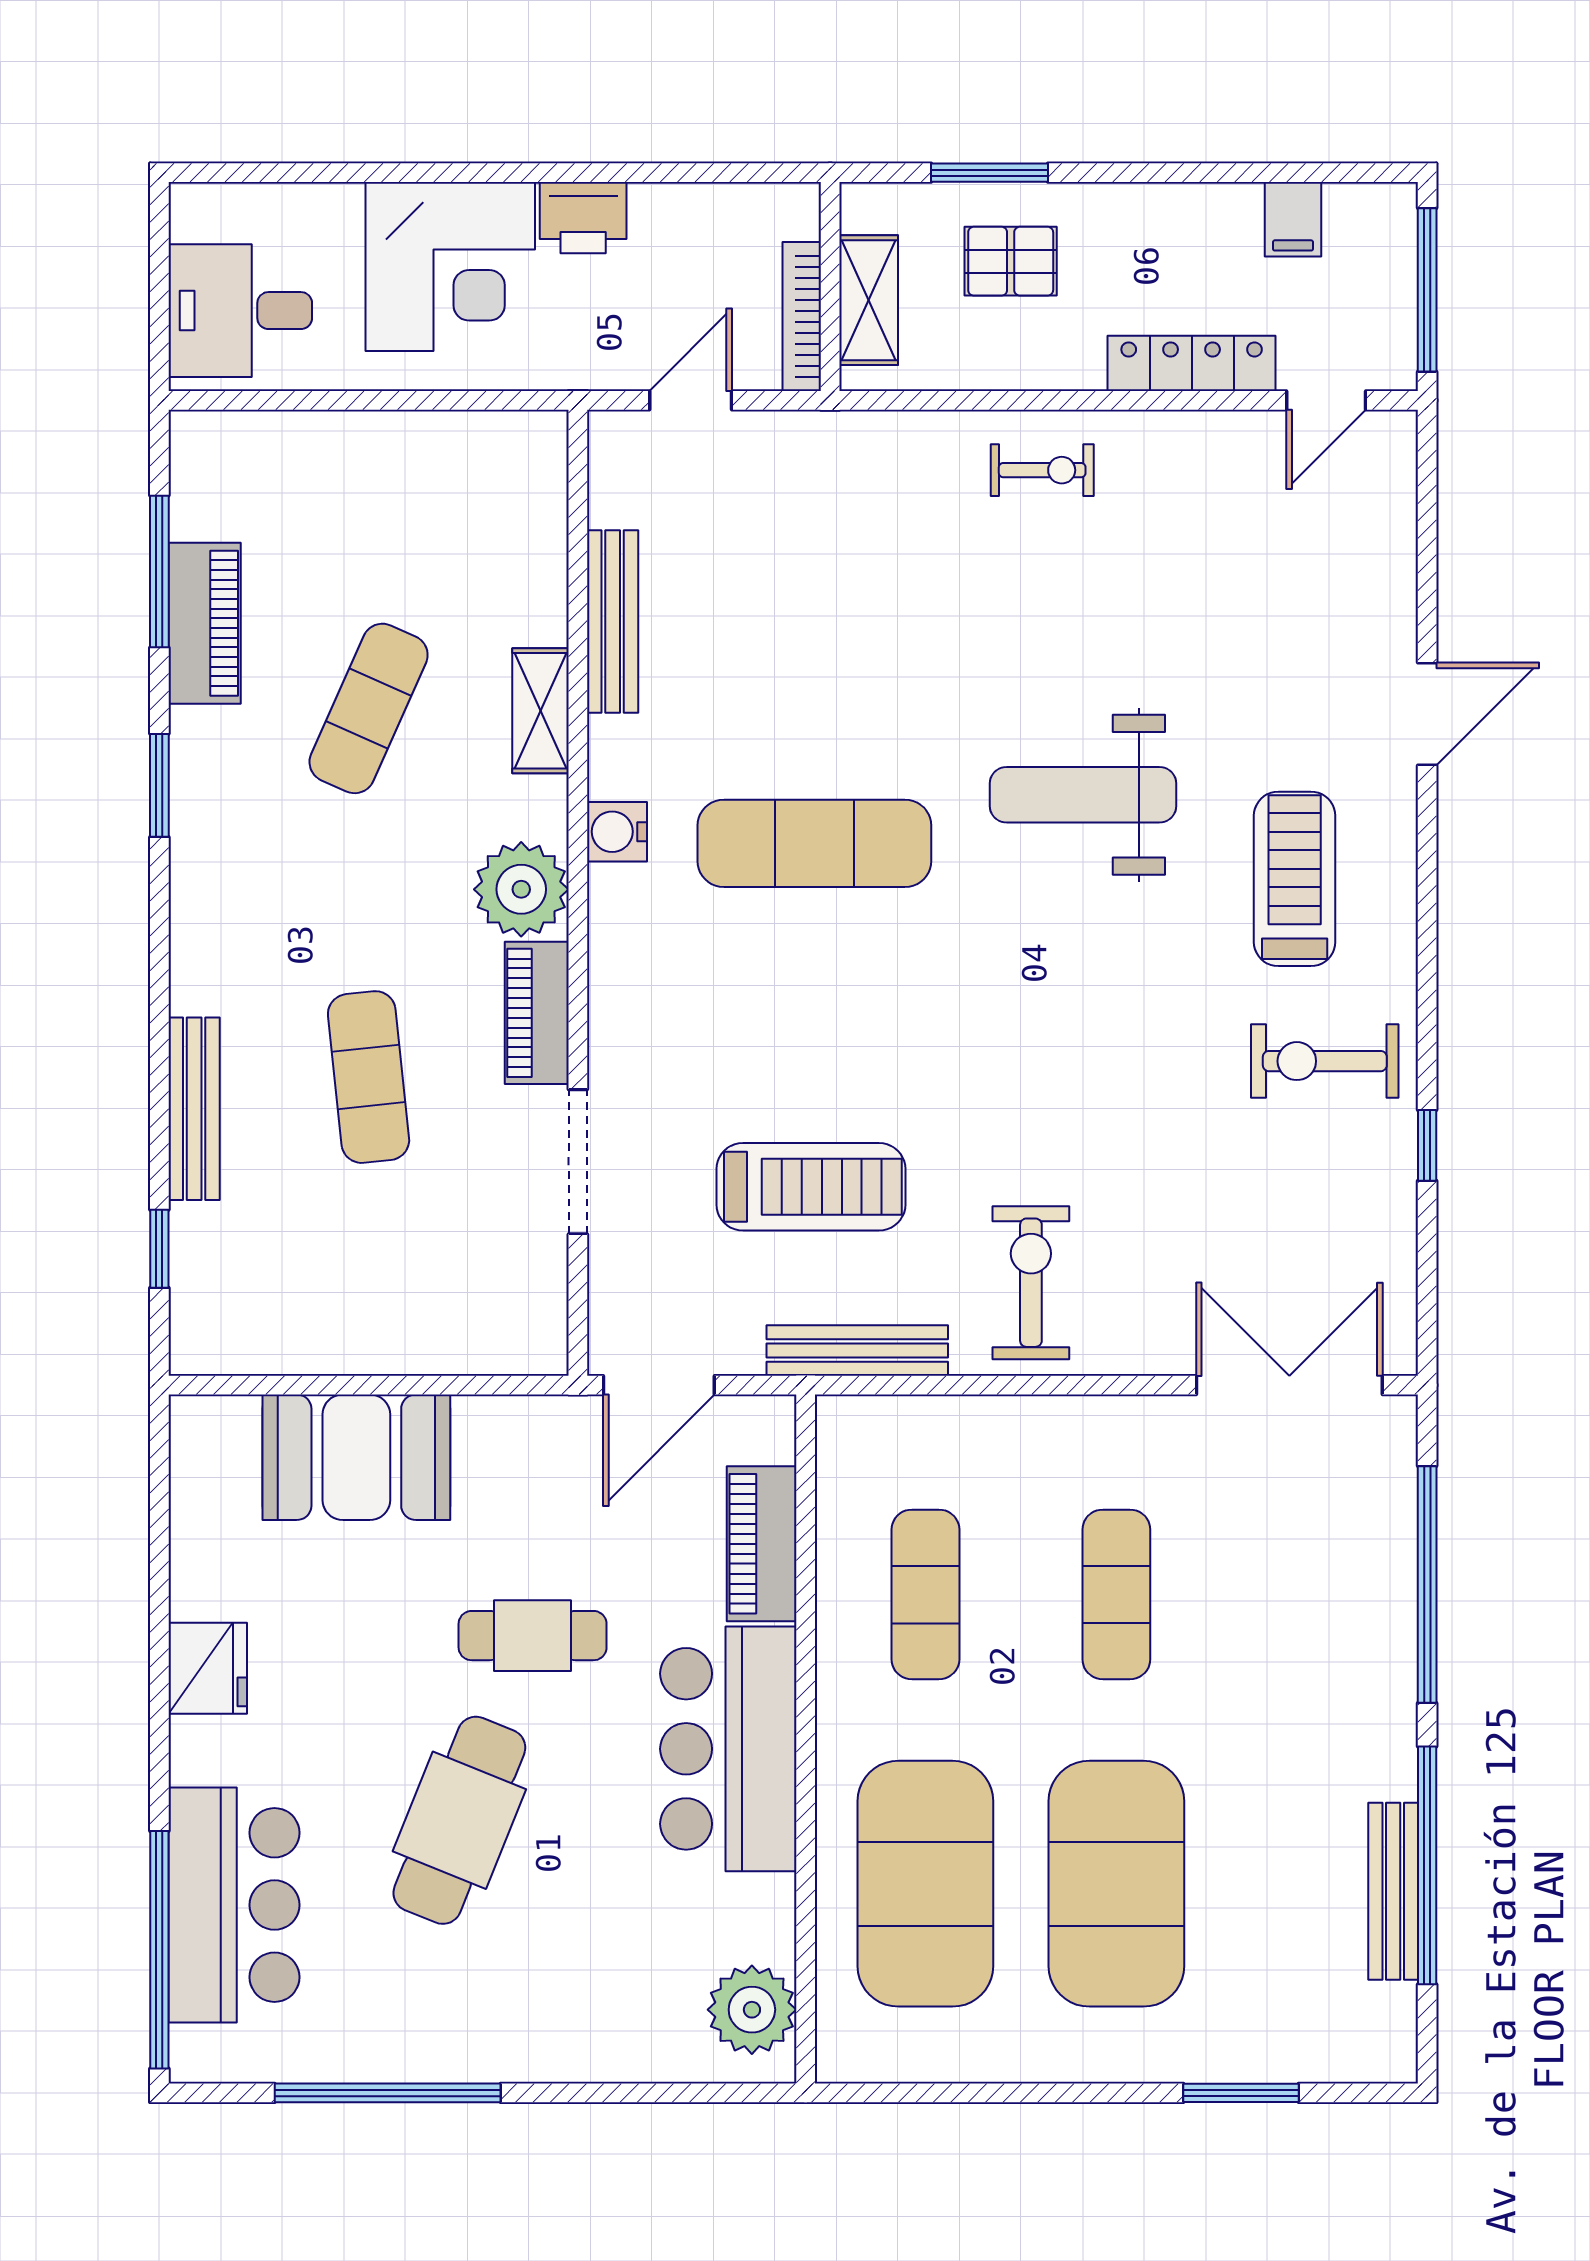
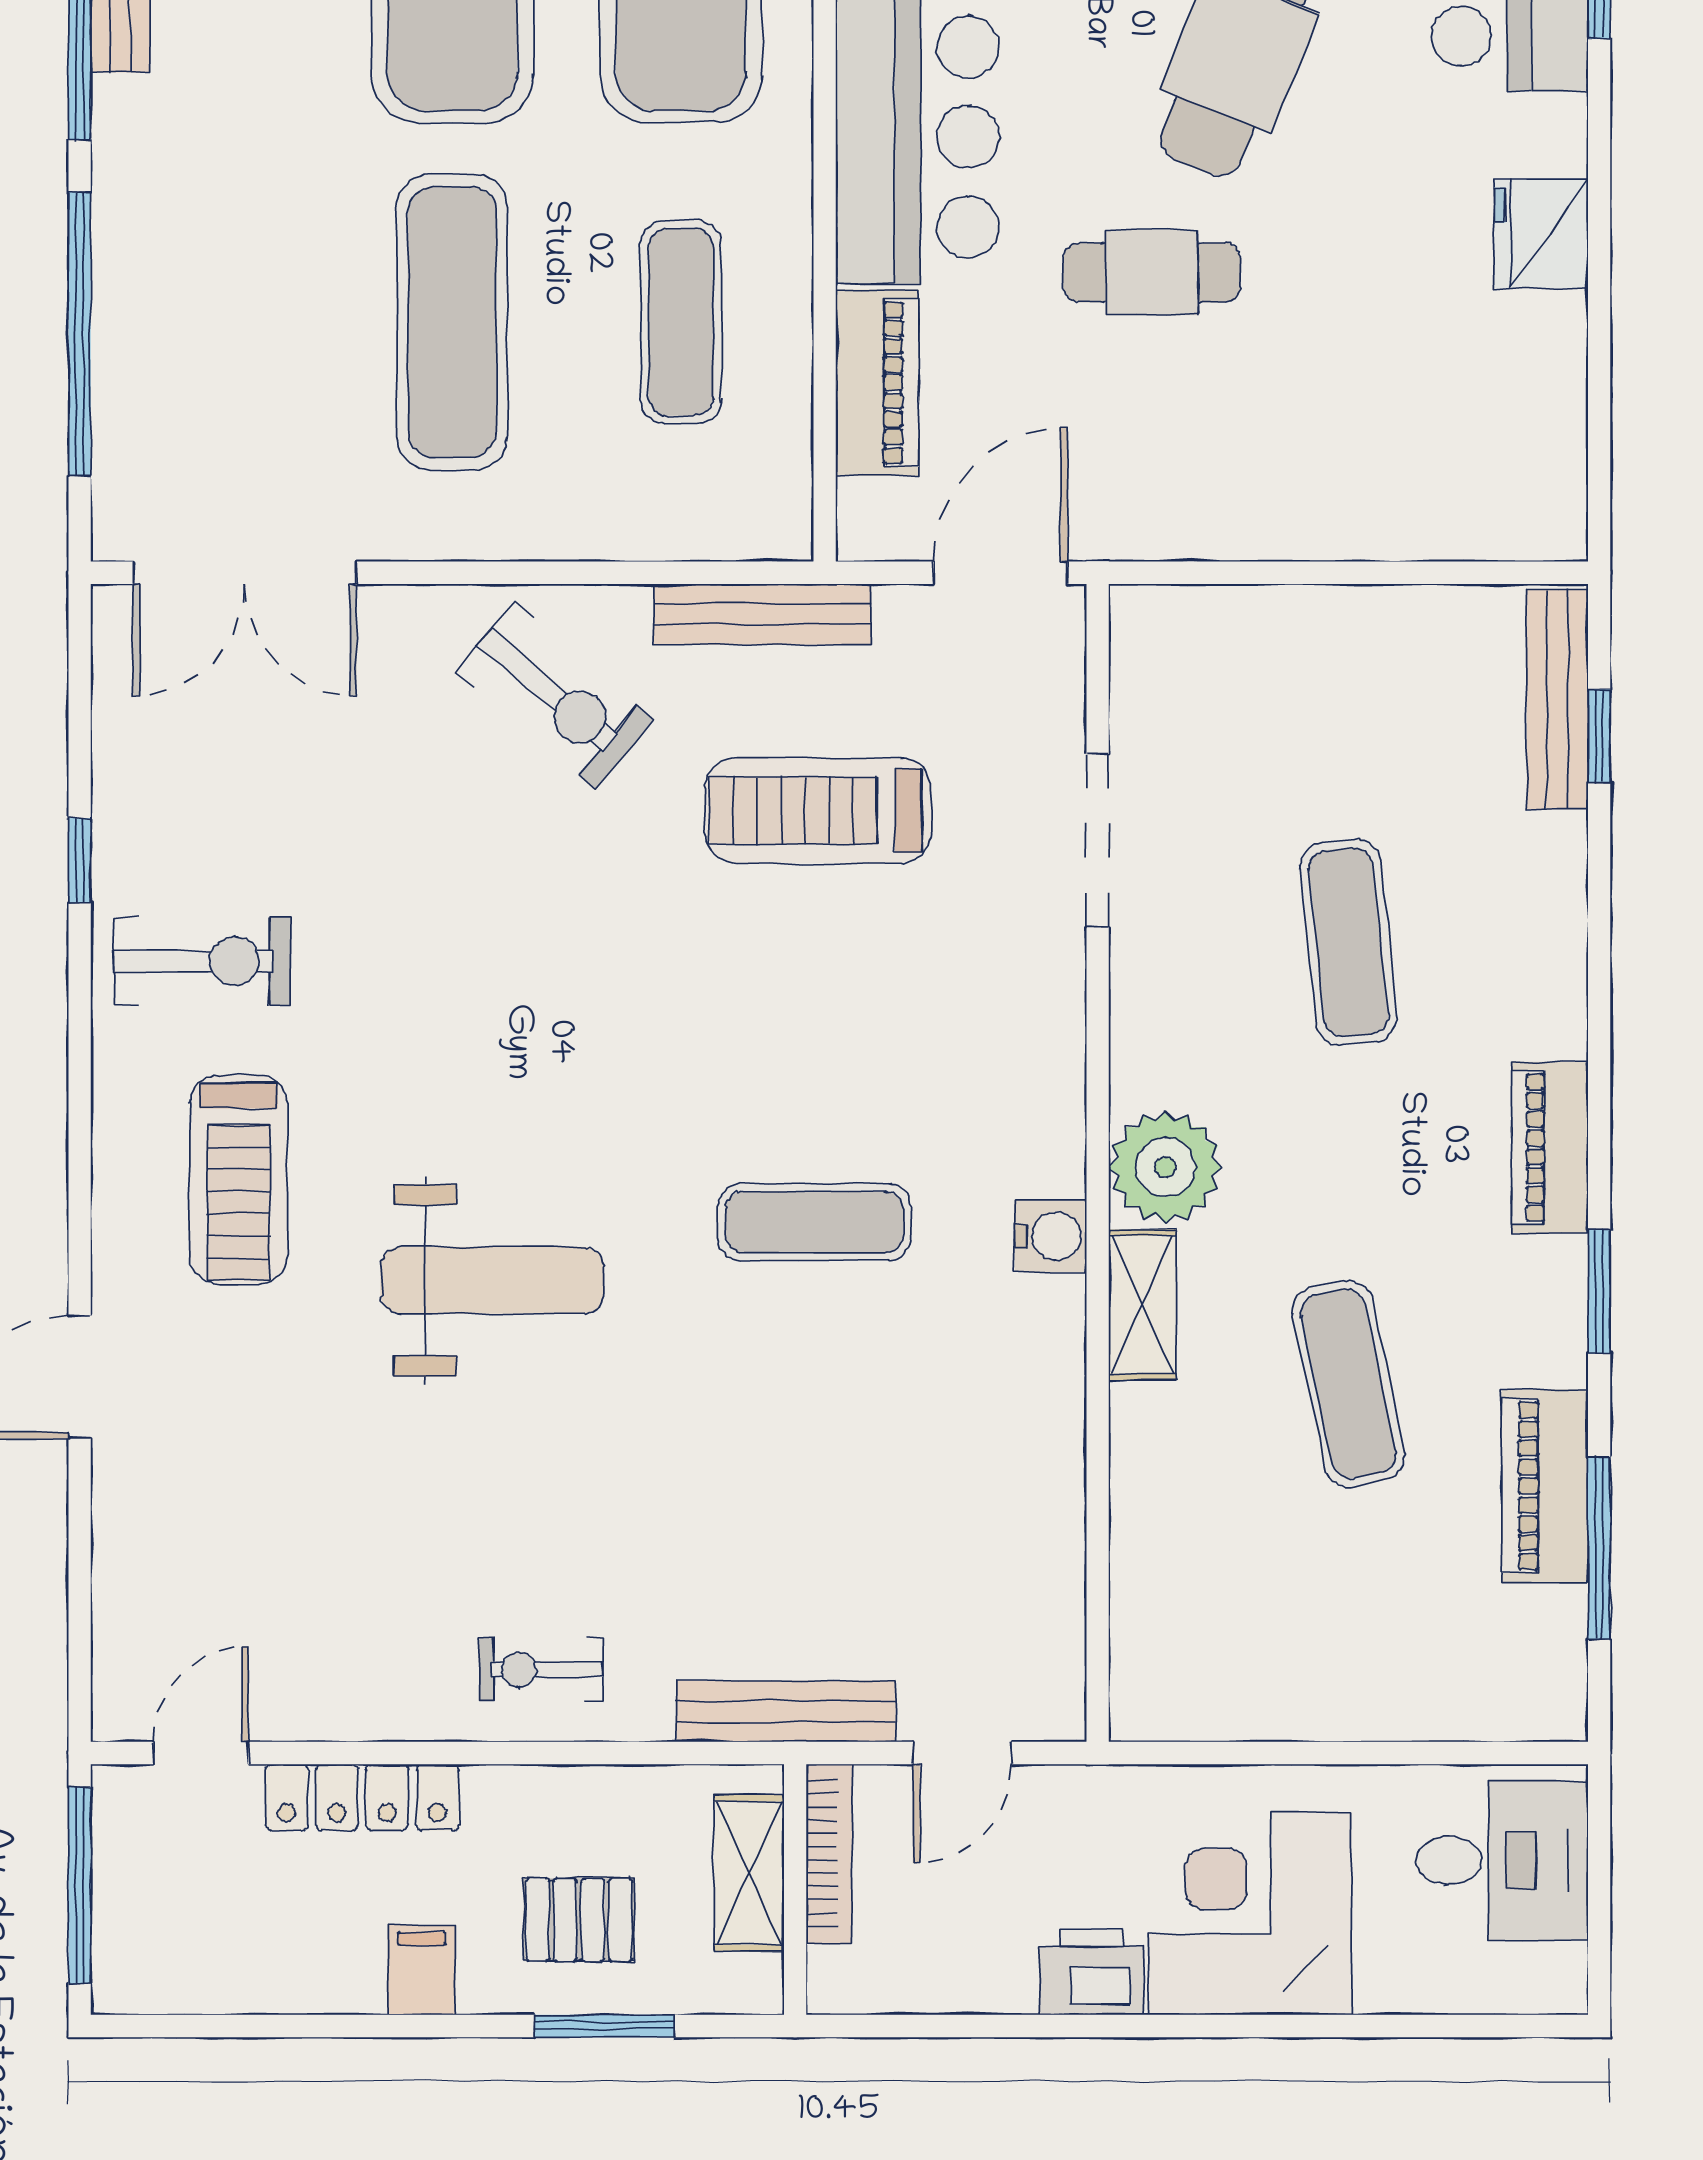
filing cabinet: (1293, 219) -> (422, 1970), moved
bench: (613, 621) -> (786, 1711), moved, turned 90
exercise mat: (369, 708) -> (1348, 1384), turned -36
shelving: (540, 711) -> (1142, 1305), moved
exercise mat: (814, 843) -> (814, 1222), width x0.73, depth x0.69
piano: (537, 1013) -> (1550, 1147), moved, turned 180
bench: (194, 1109) -> (1557, 700), moved
exercise bike: (1031, 1283) -> (555, 696), turned -50
booth: (356, 1457) -> (1363, 486), removed
exercise mat: (1116, 1594) -> (452, 322), width x1.36, depth x1.45

